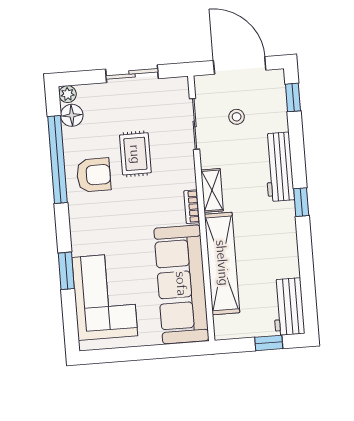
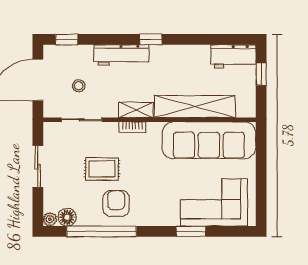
bookcase: (192, 207) -> (132, 127), moved

